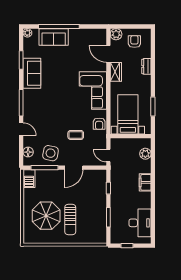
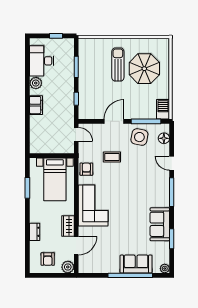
door: (108, 54) -> (76, 246), hinge flipped
plant: (145, 154) -> (36, 83), moved

